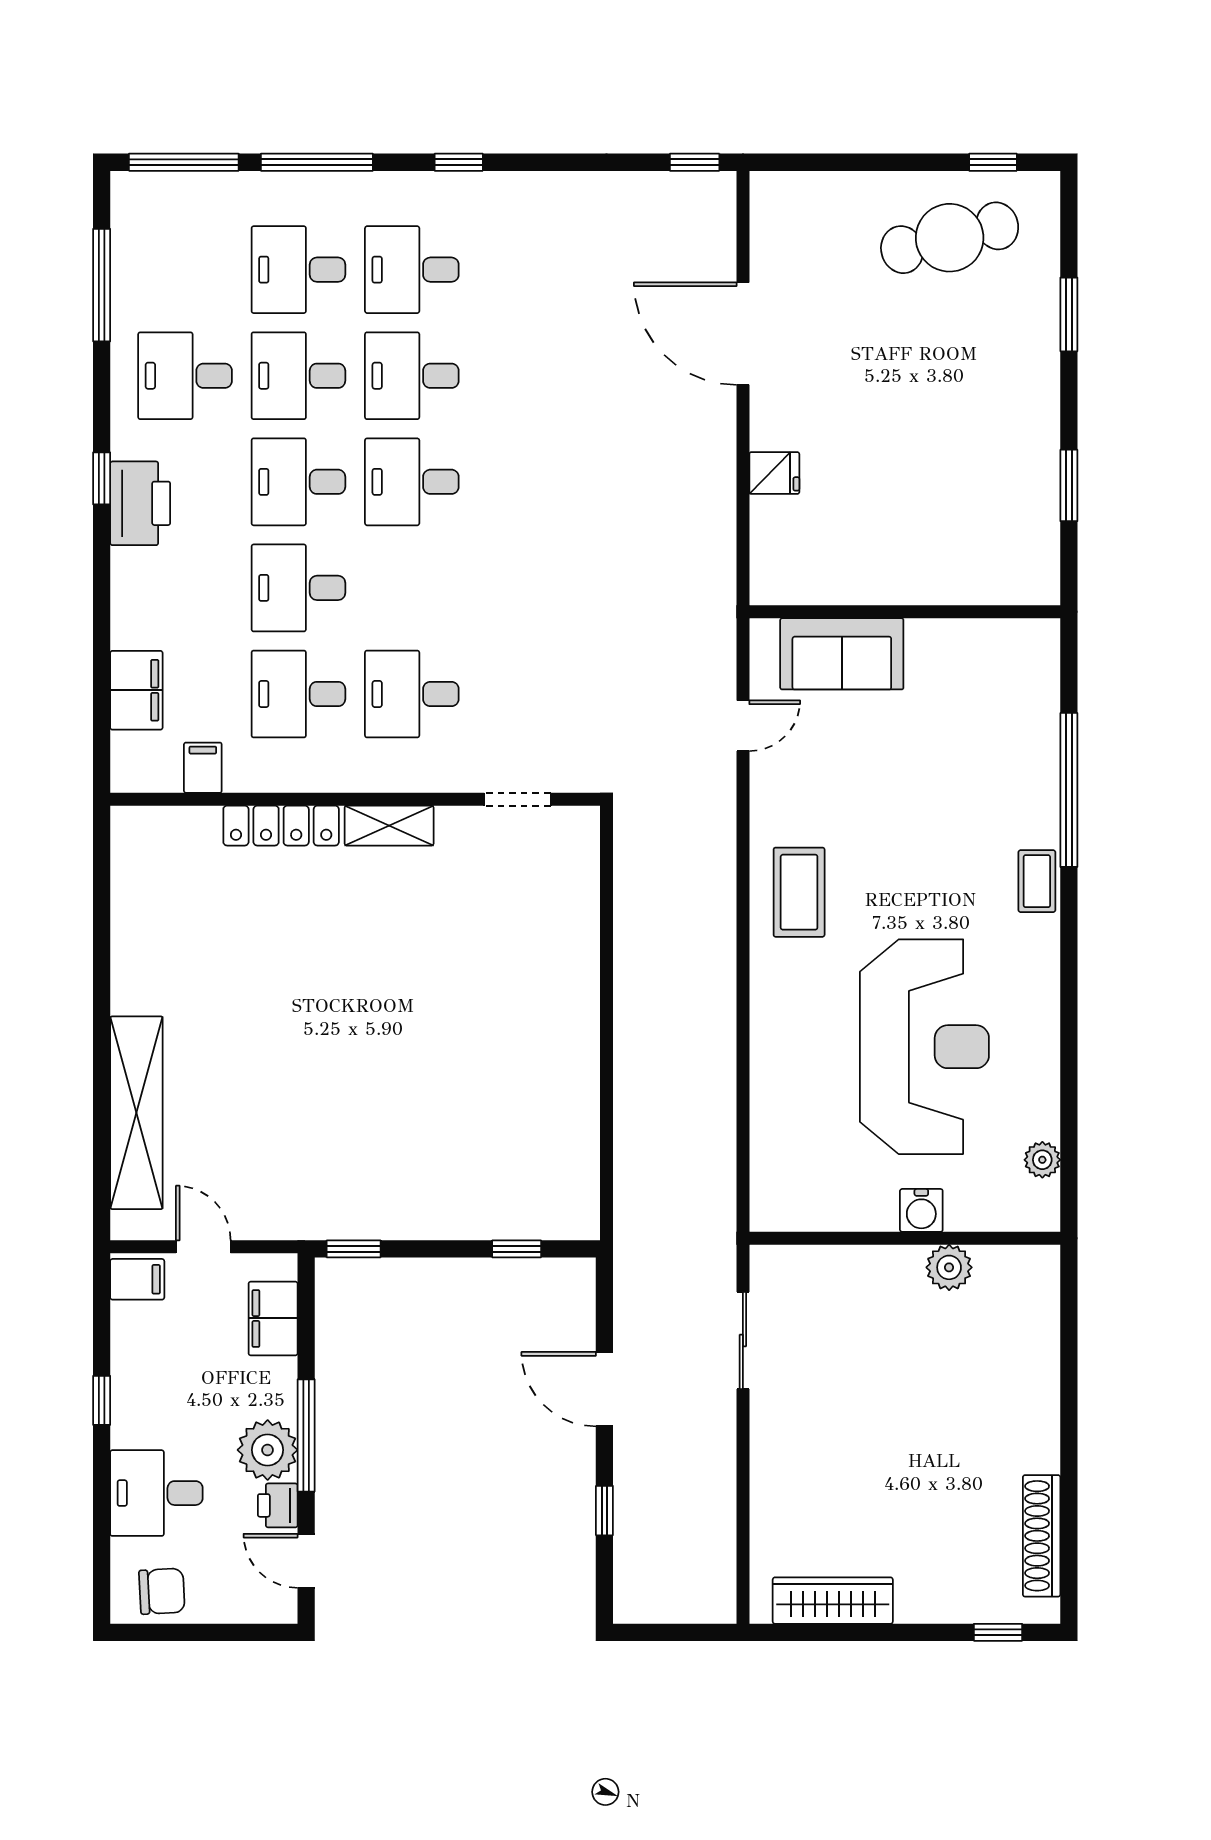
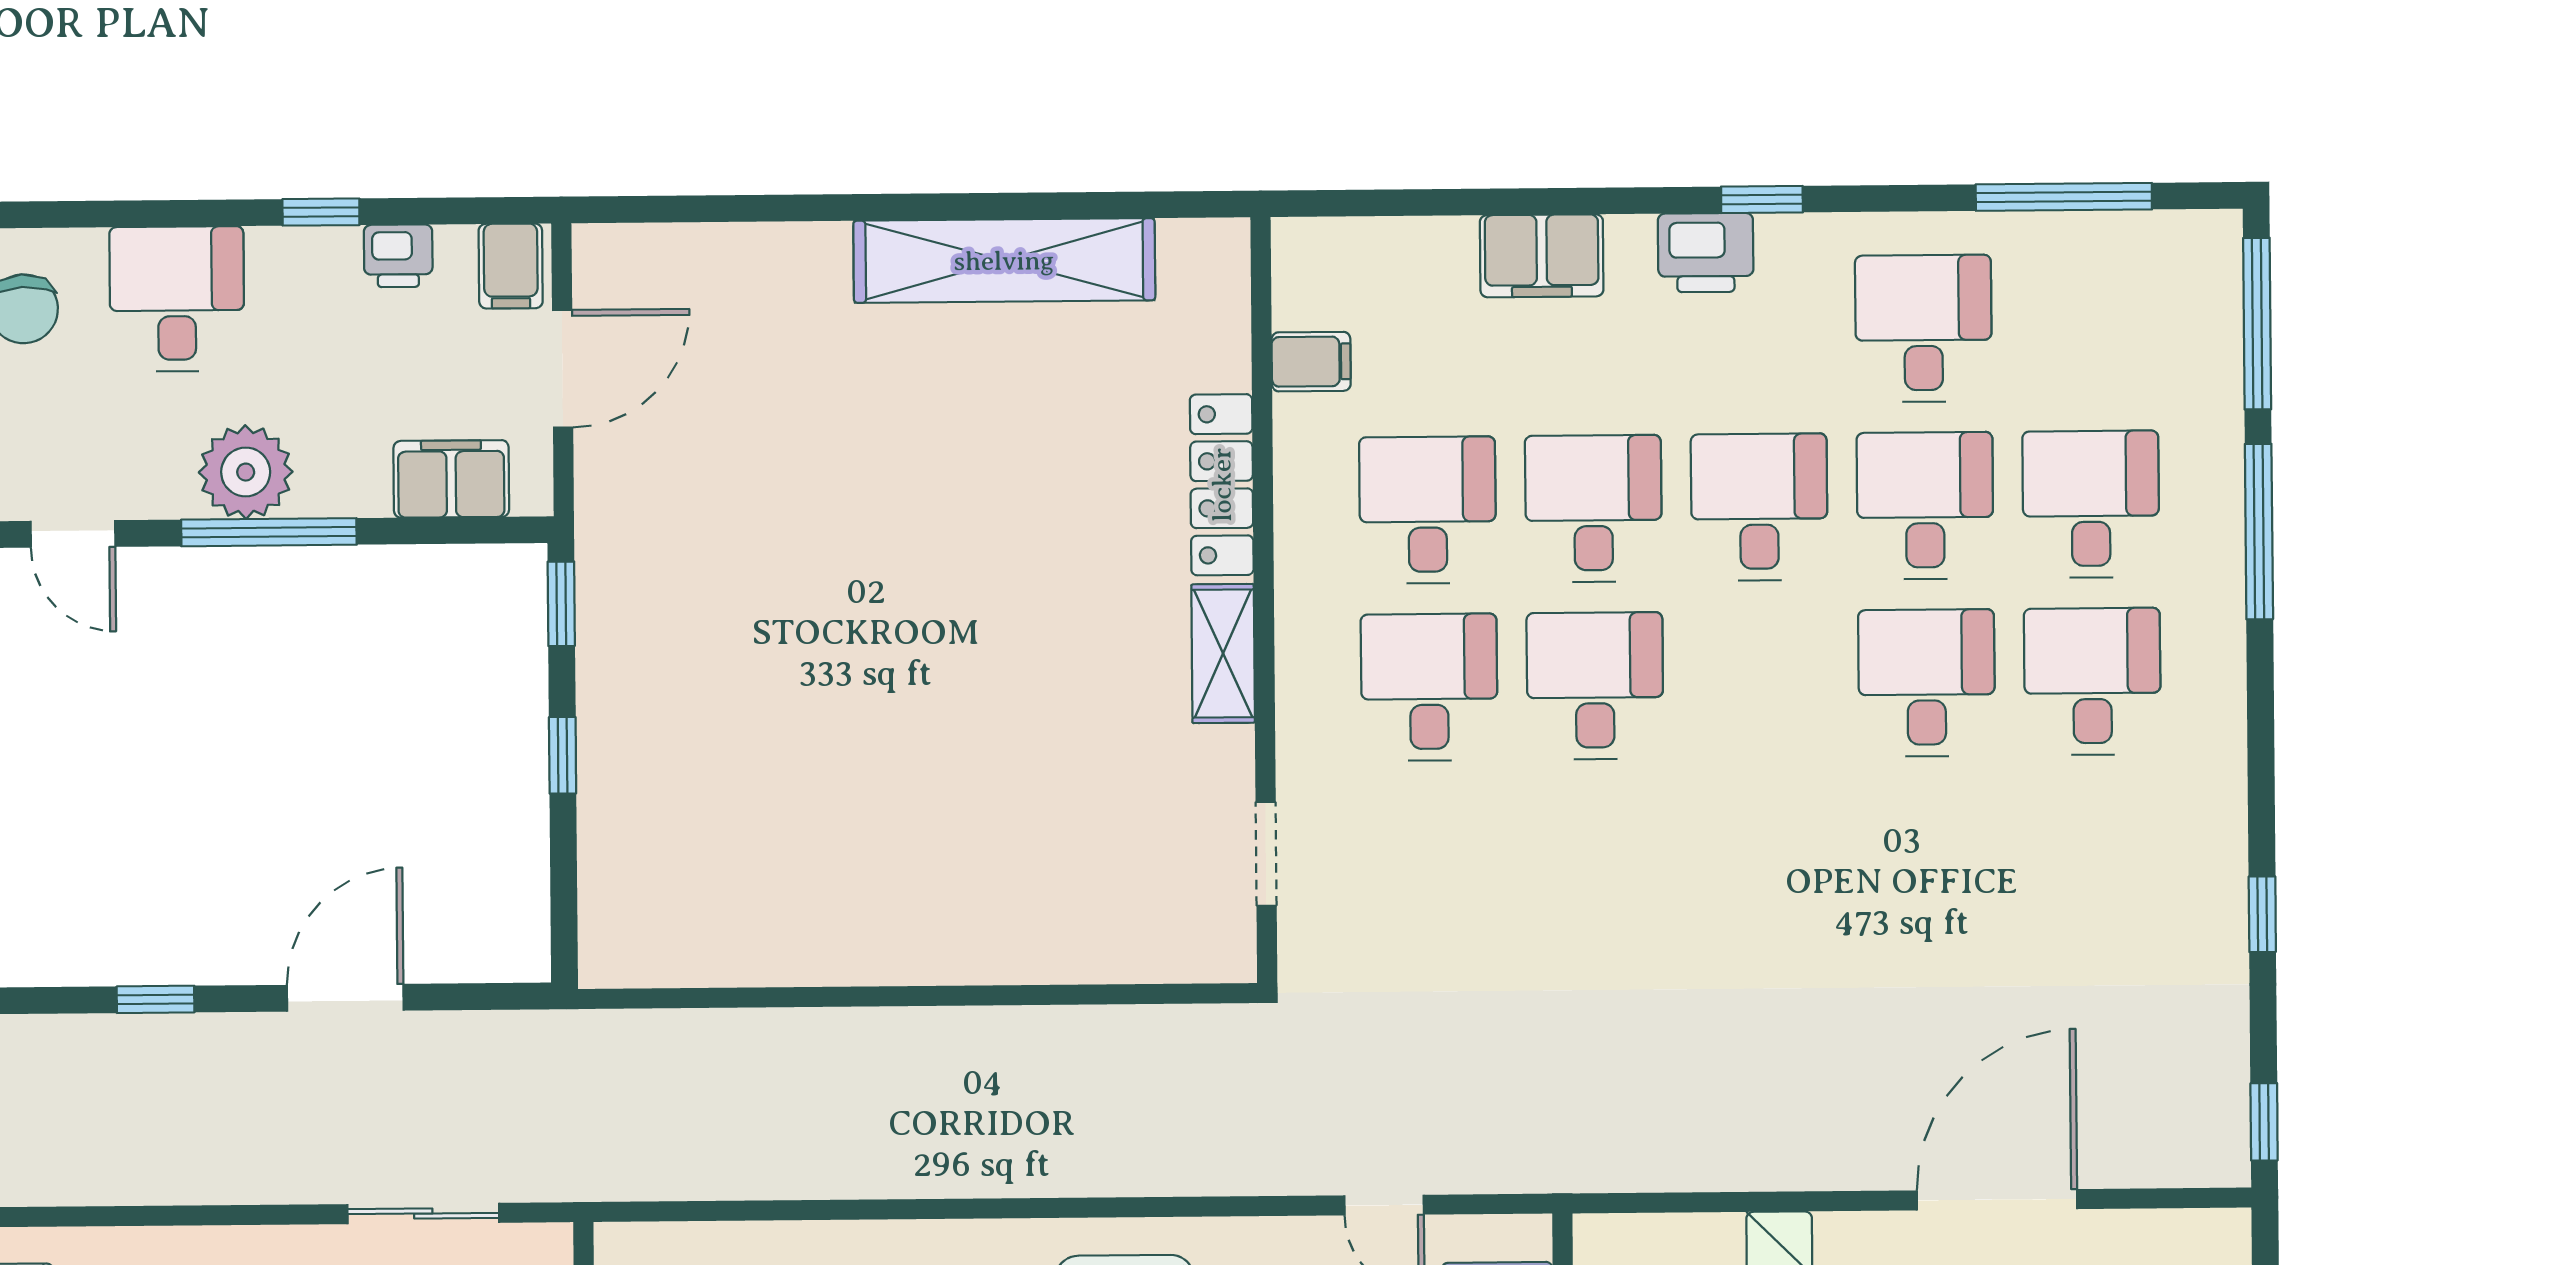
window: (459, 162) -> (2262, 914), moved
desk: (412, 482) -> (1595, 686), moved
printer: (140, 503) -> (1706, 253), width x0.73, depth x0.84
filing cabinet: (136, 690) -> (1542, 256), moved
shelving: (136, 1113) -> (1004, 261), moved
door: (203, 1247) -> (563, 369), width x1.38
window: (517, 1249) -> (563, 755), moved
printer: (278, 1505) -> (398, 256), moved, turned 180
door: (306, 1561) -> (73, 534), swing flipped

